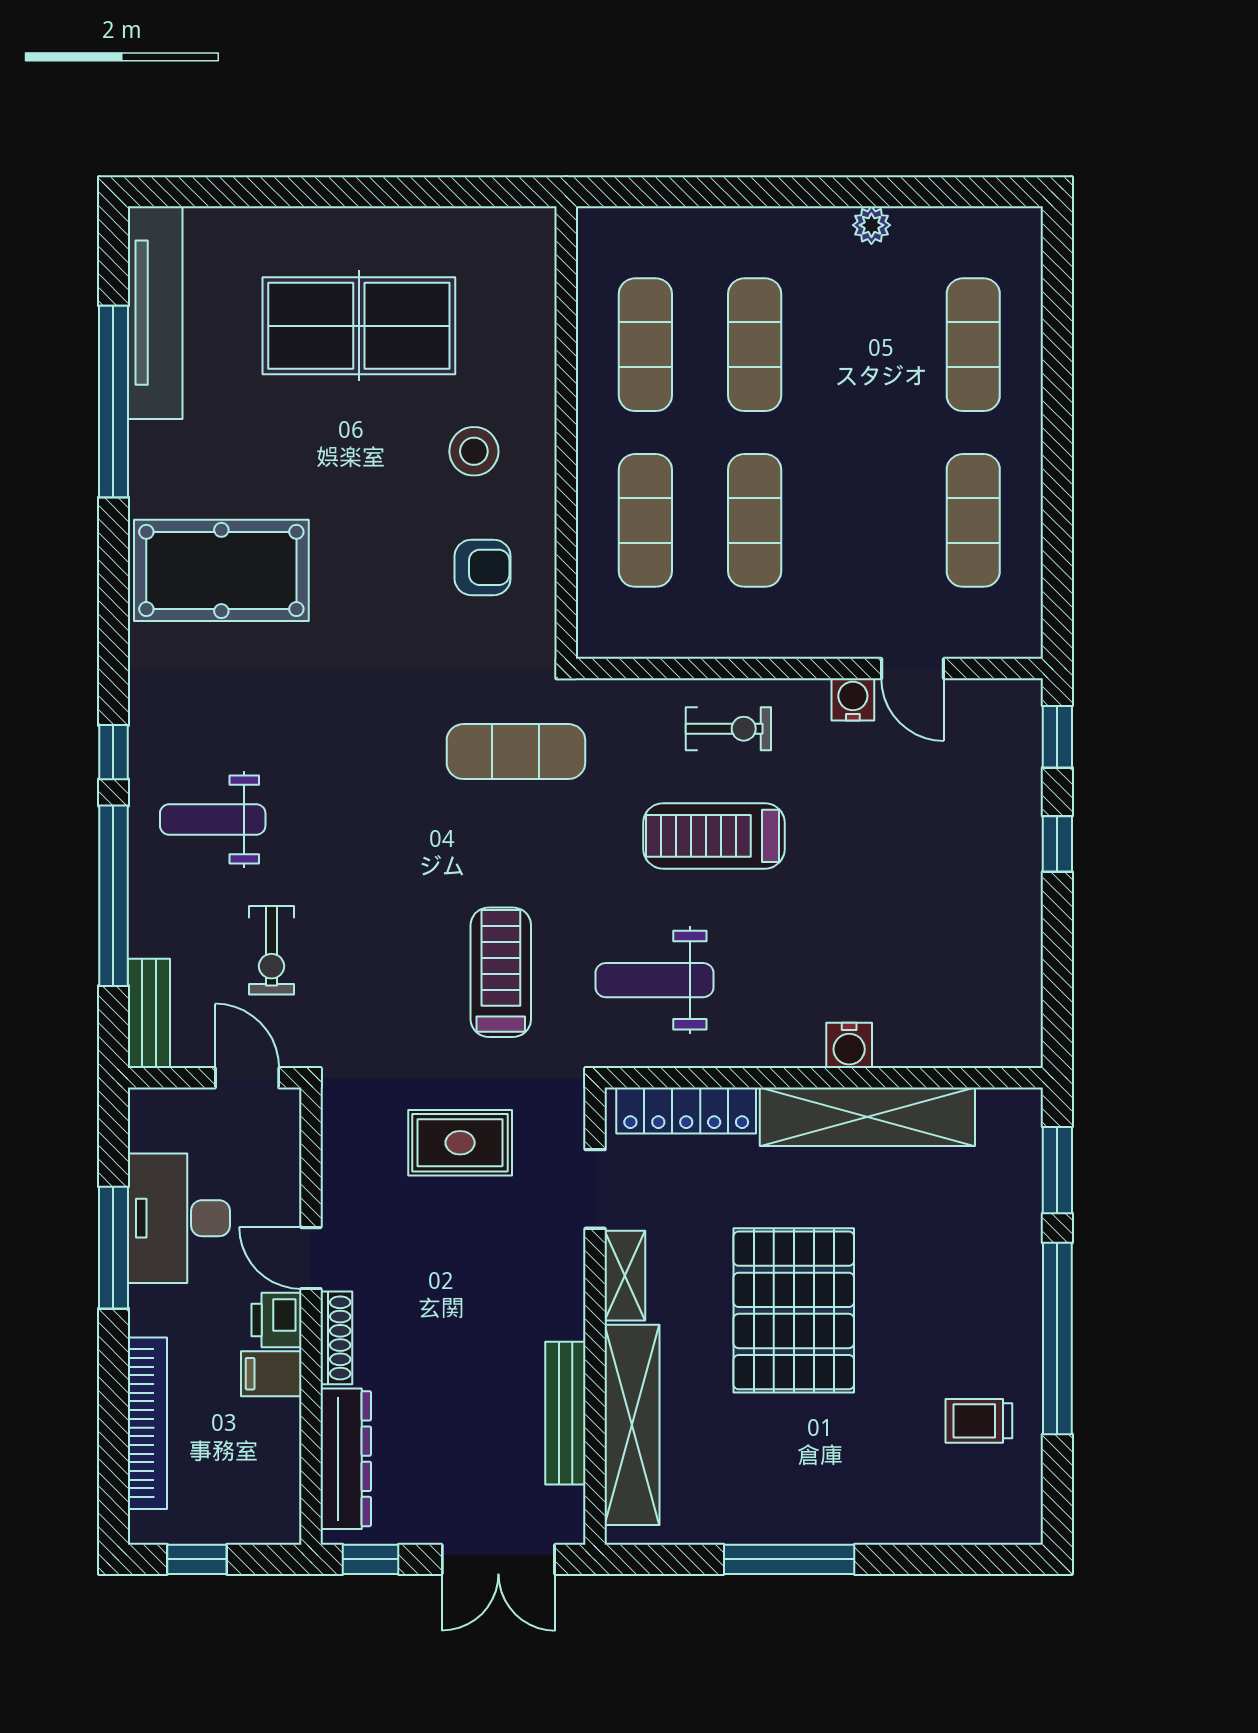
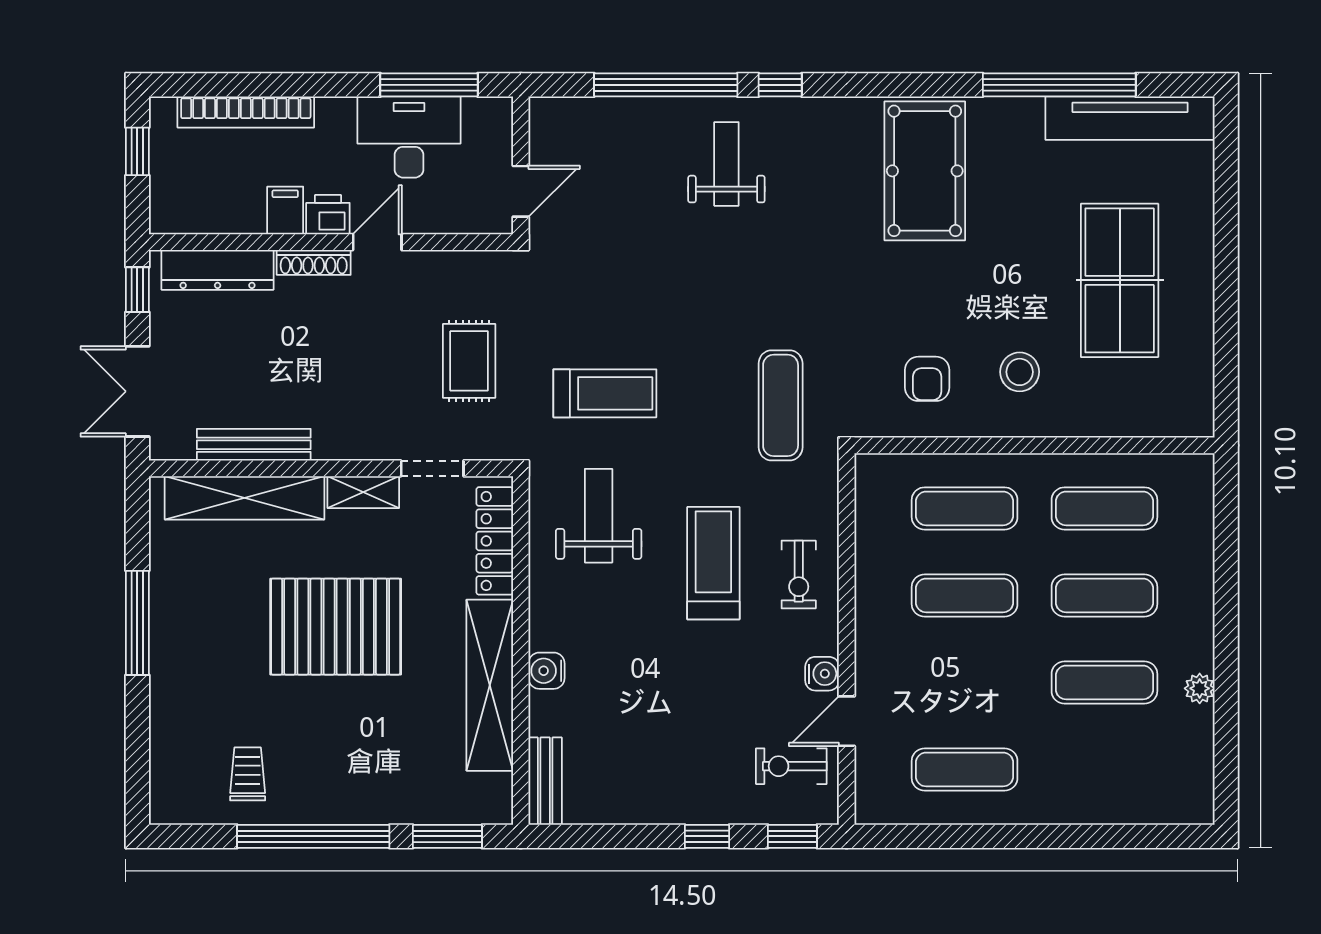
exercise mat: (973, 345) -> (1104, 682), moved
exercise bike: (271, 950) -> (791, 766), moved
bench: (149, 1013) -> (545, 781), moved, turned 90
window: (113, 1248) -> (429, 85), moved

